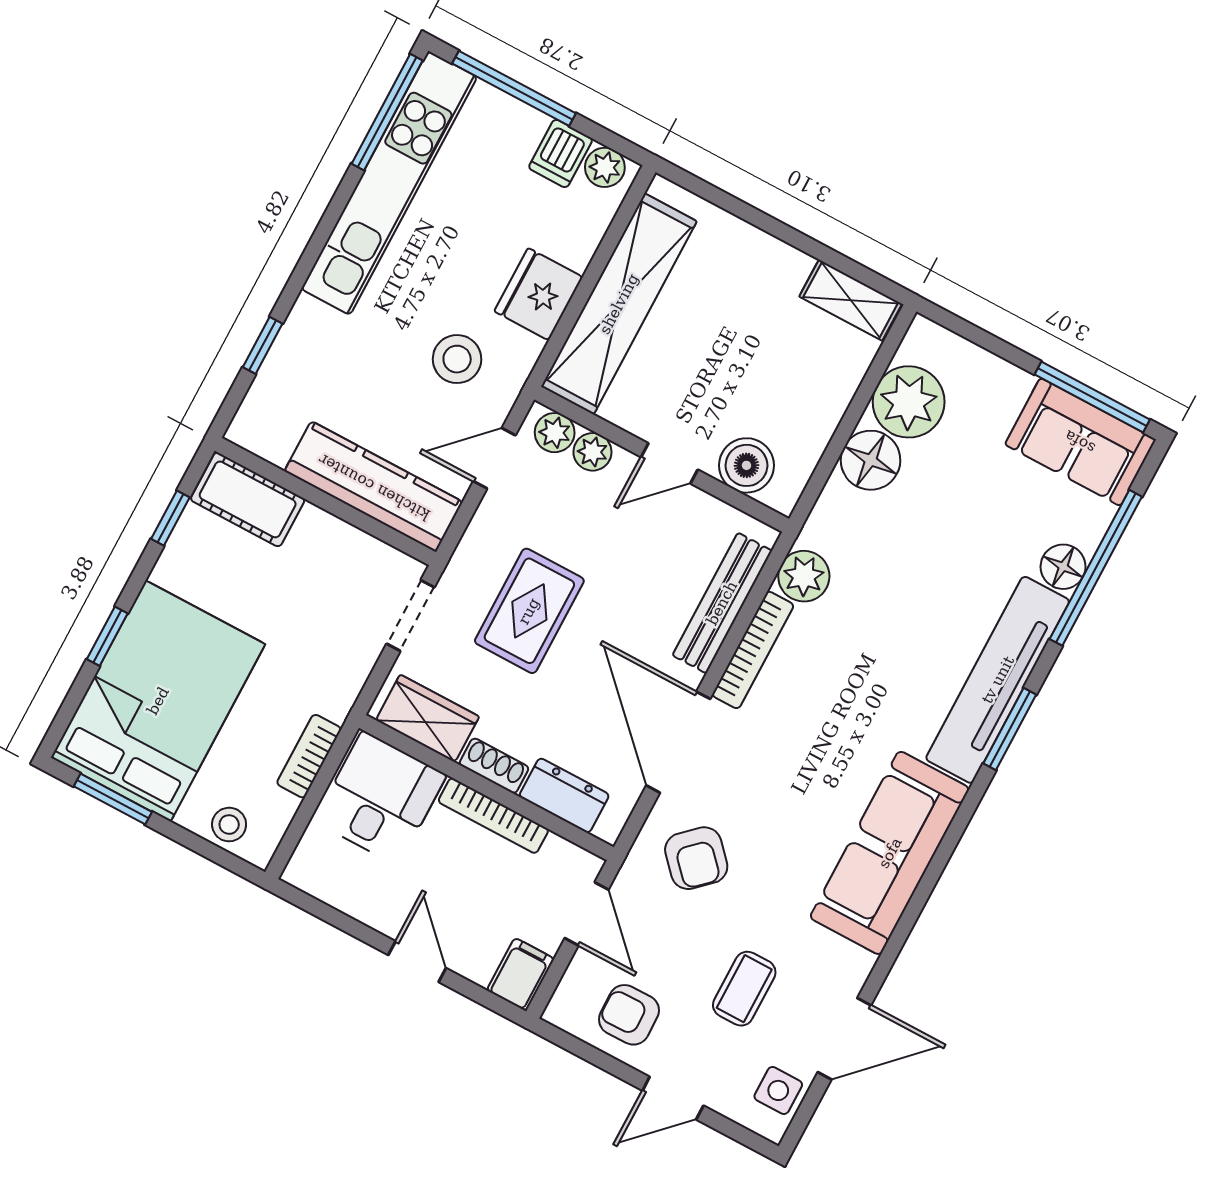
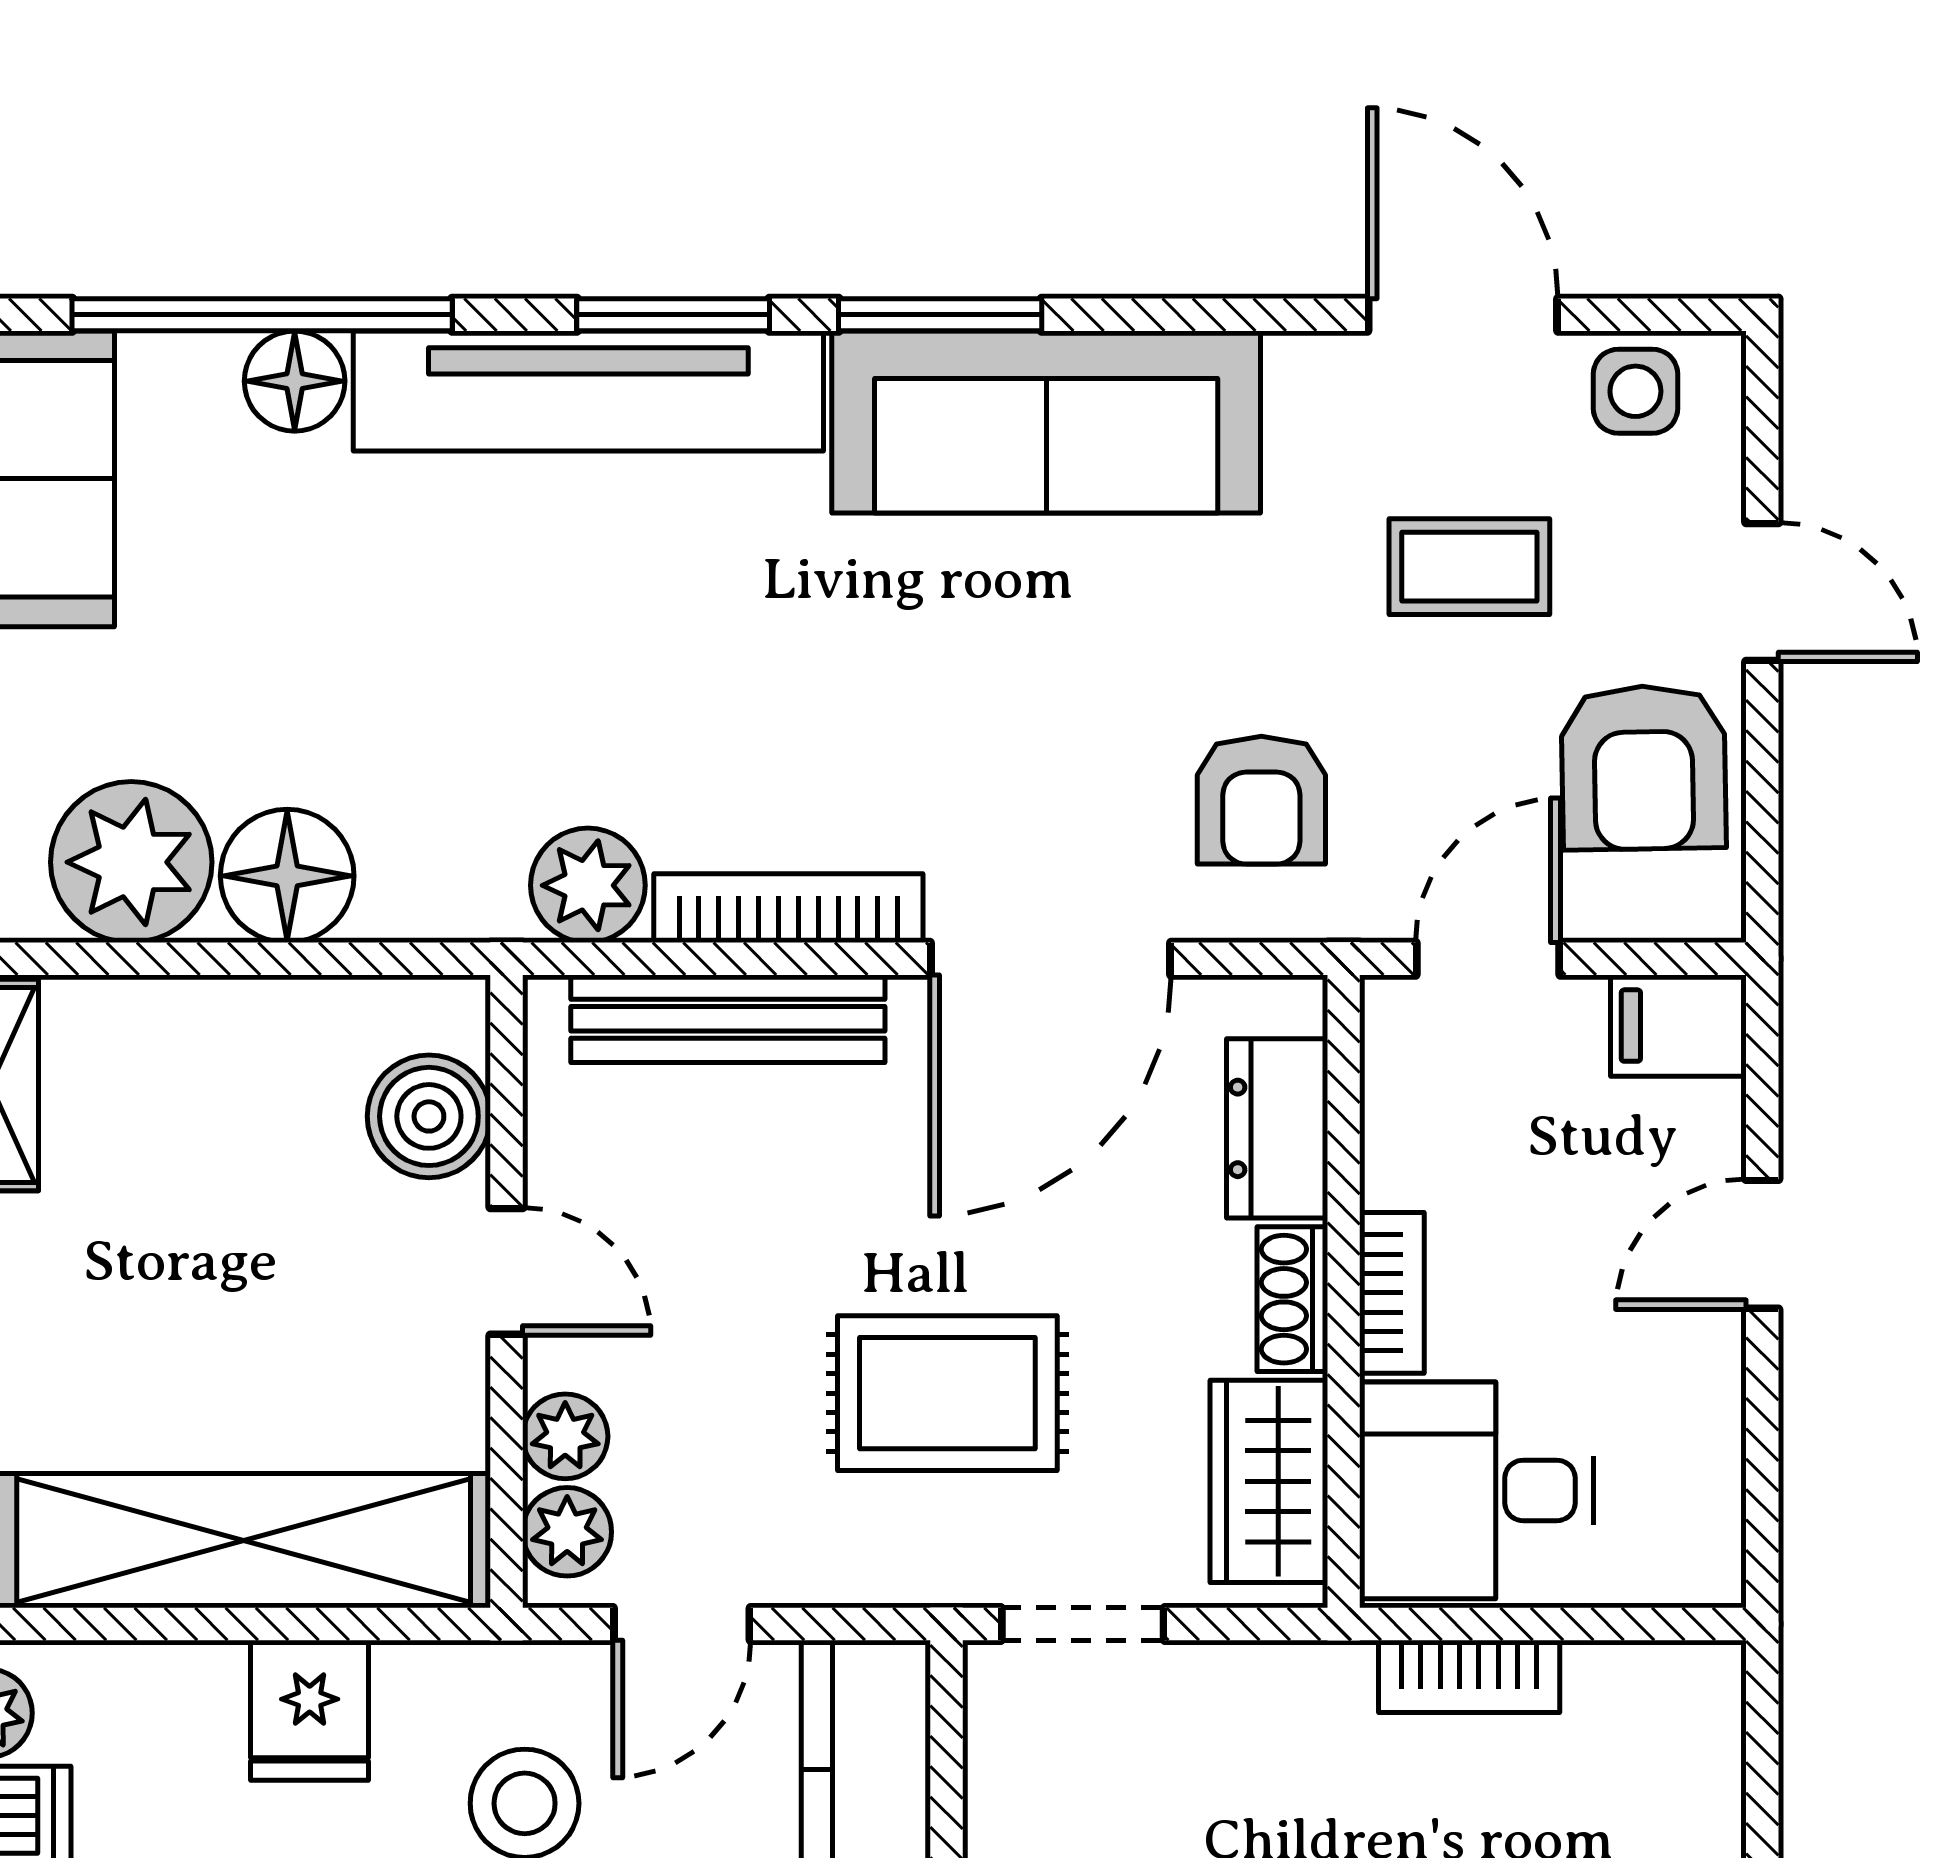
fridge: (539, 294) -> (310, 1710), width x0.72
door: (494, 458) -> (682, 1624), hinge flipped
bookcase: (493, 816) -> (1392, 1293), width x0.64
stool: (229, 825) -> (1690, 1763), removed
window: (954, 834) -> (940, 315), added
armchair: (696, 858) -> (1261, 800), turned 133
armchair: (629, 1015) -> (1644, 768), width x1.38, depth x1.38

